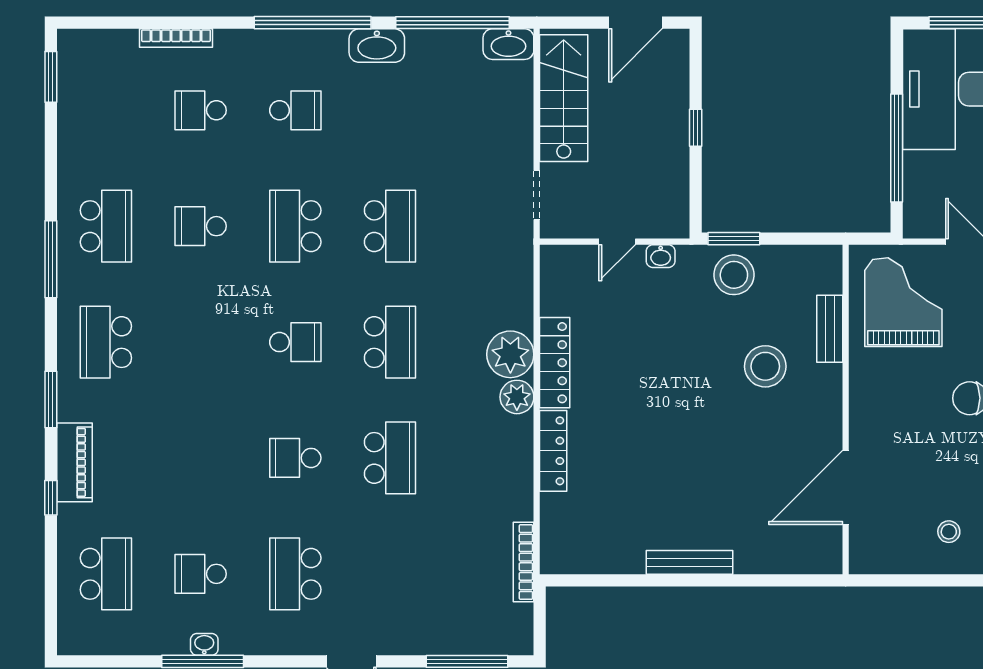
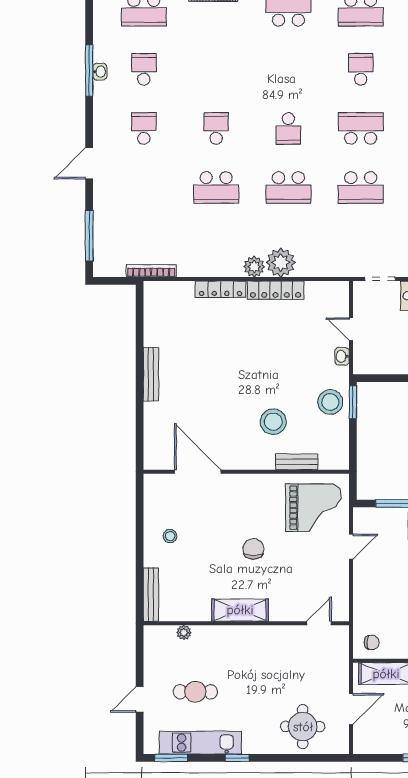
school desk: (295, 574) -> (144, 128), width x0.54

